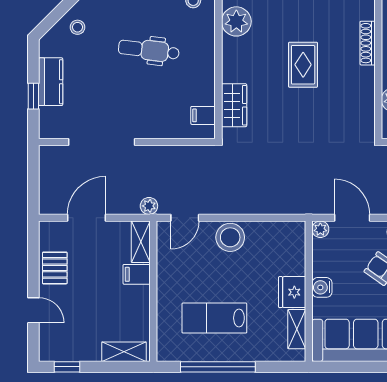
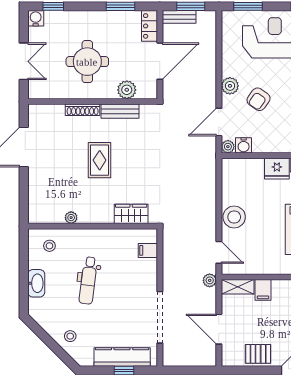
plant: (236, 21) -> (71, 218), width x0.53, depth x0.53
rug: (303, 65) -> (100, 160), turned 90
kitchen counter: (51, 82) -> (122, 357), width x1.50
bench: (366, 91) -> (120, 111), added
filing cabinet: (203, 115) -> (148, 250), moved, turned 90
water cooler: (322, 287) -> (244, 145), moved

